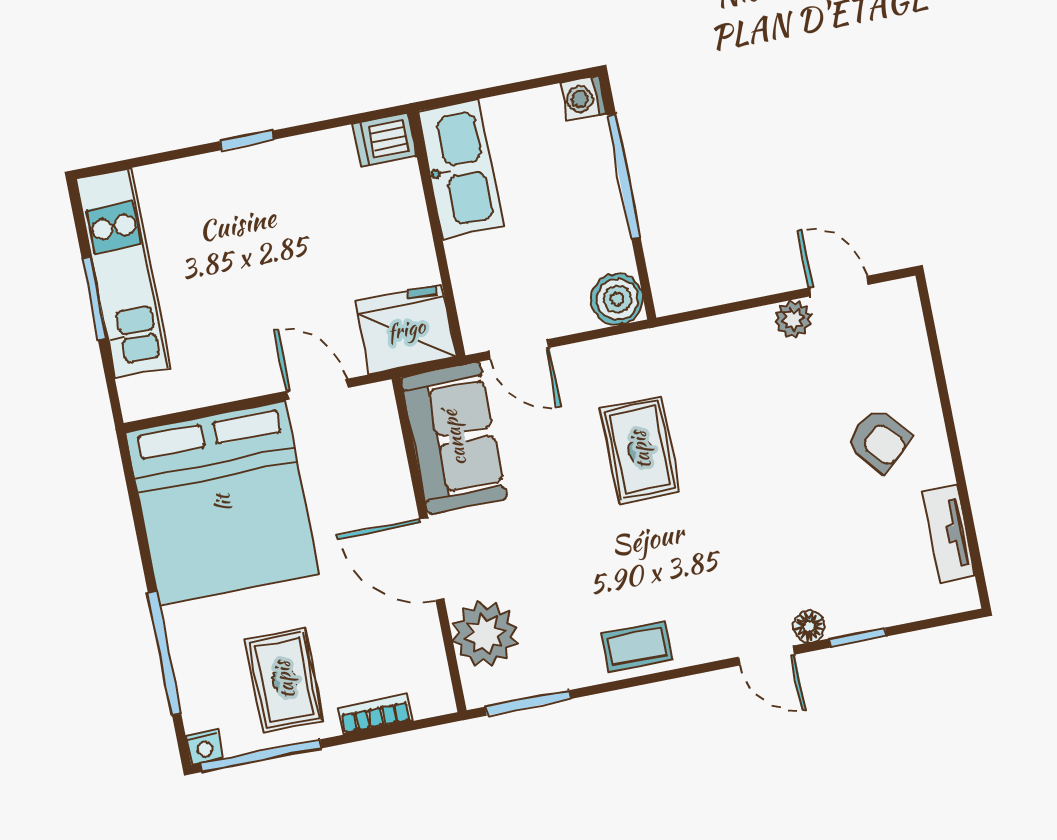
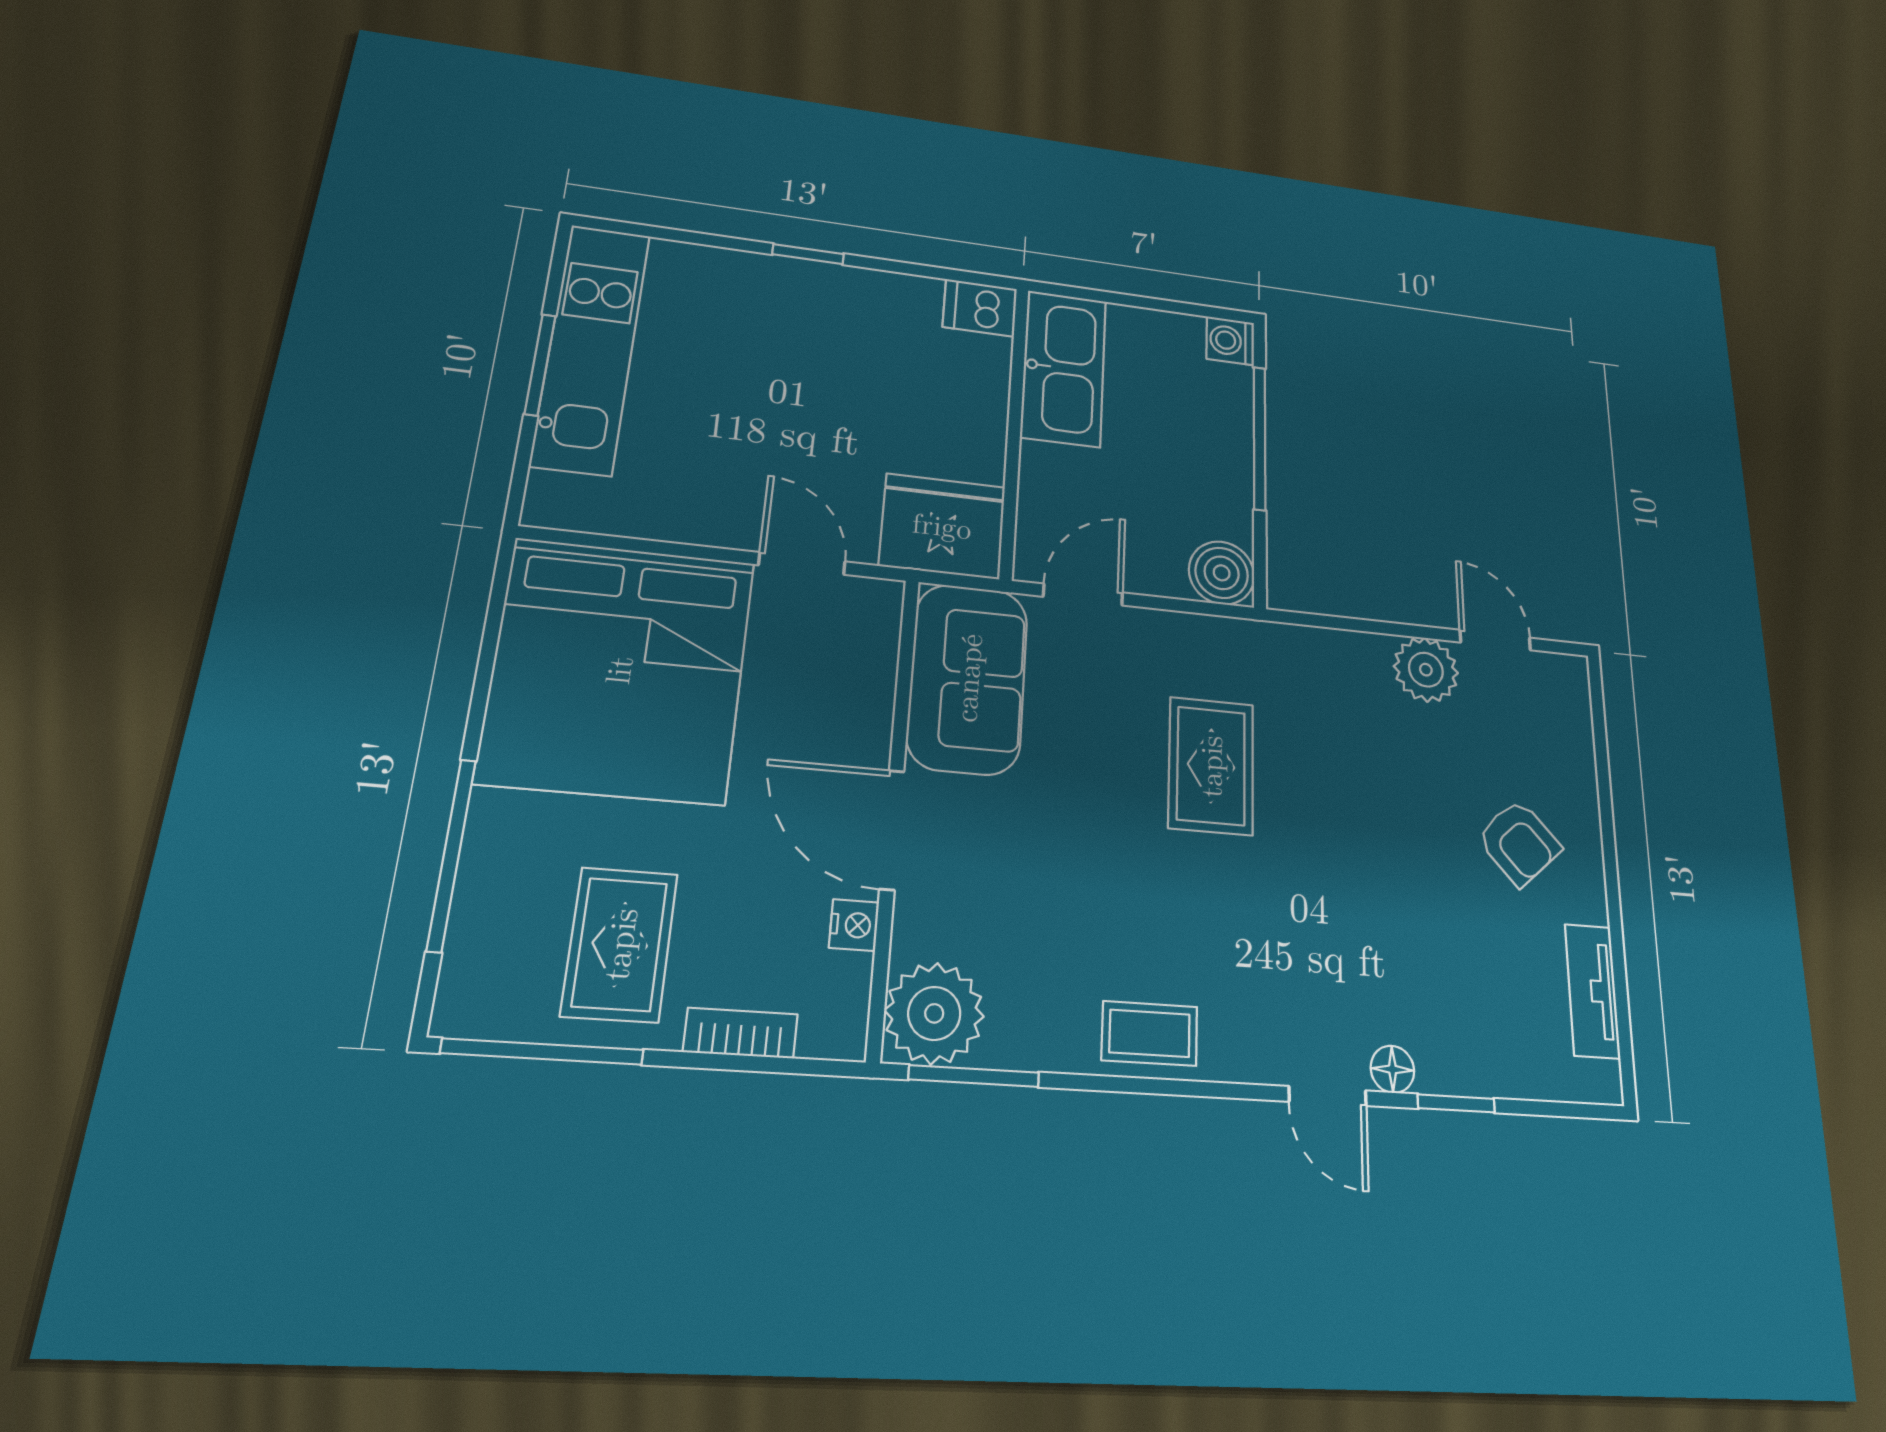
plant: (793, 319) -> (1426, 670), width x1.38, depth x1.38
door: (519, 349) -> (1083, 595), swing flipped
plant: (485, 634) -> (934, 1013), moved
nightstand: (204, 747) -> (854, 925), moved, turned -90

